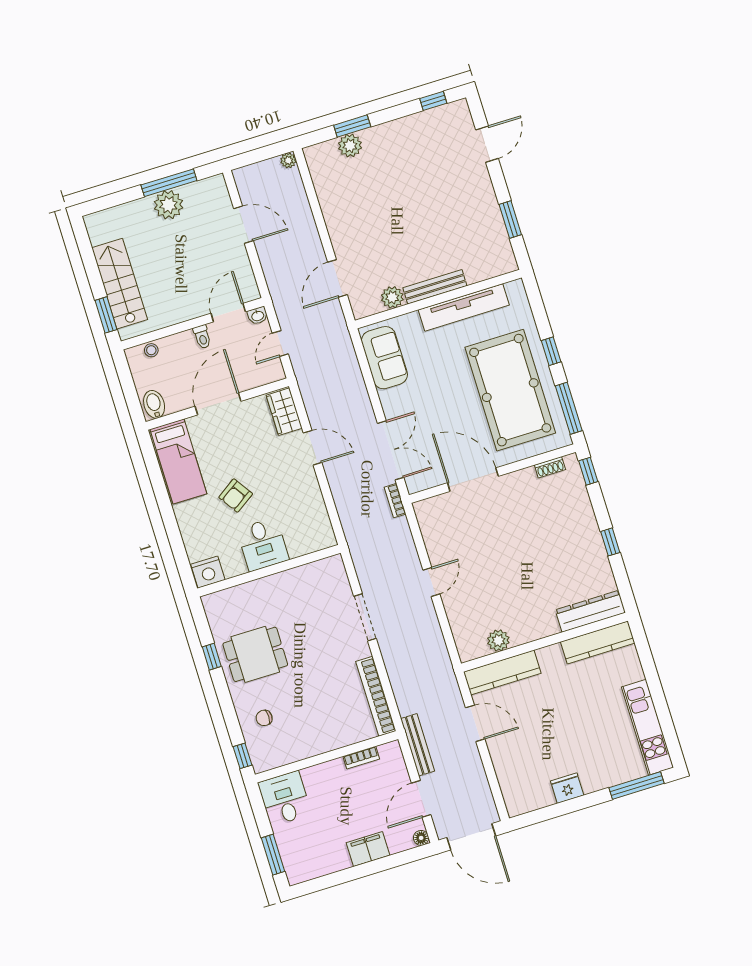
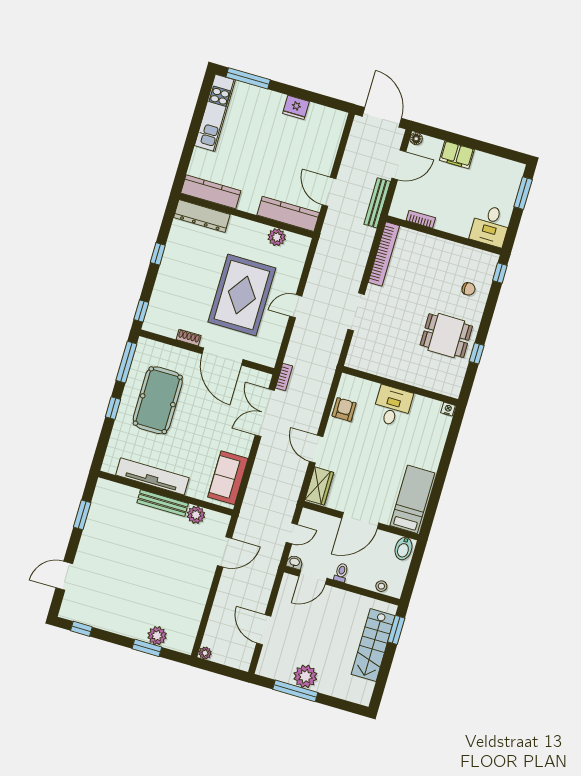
pool table: (510, 390) -> (158, 400), width x0.73, depth x0.76
shoe rack: (550, 467) -> (189, 338), moved
armchair: (236, 496) -> (344, 409), moved, turned -56
rug: (495, 557) -> (242, 295), added
nightstand: (208, 572) -> (448, 409), width x0.53, depth x0.56

